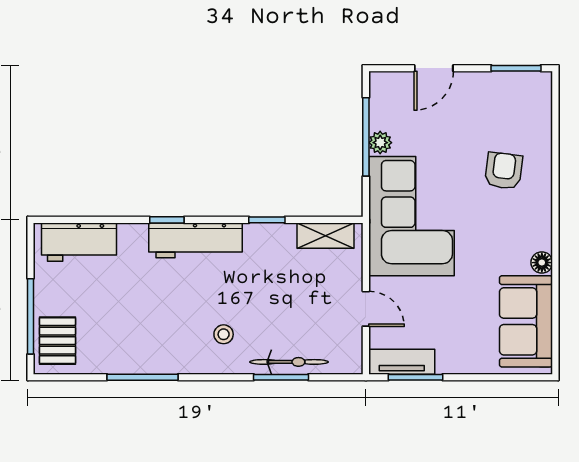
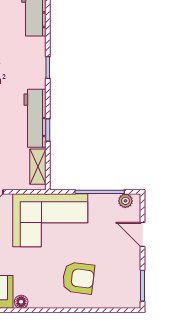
plant: (380, 143) -> (125, 201), moved
armchair: (504, 171) -> (78, 278), width x1.38, depth x1.38
workbench: (195, 240) -> (35, 118), moved

